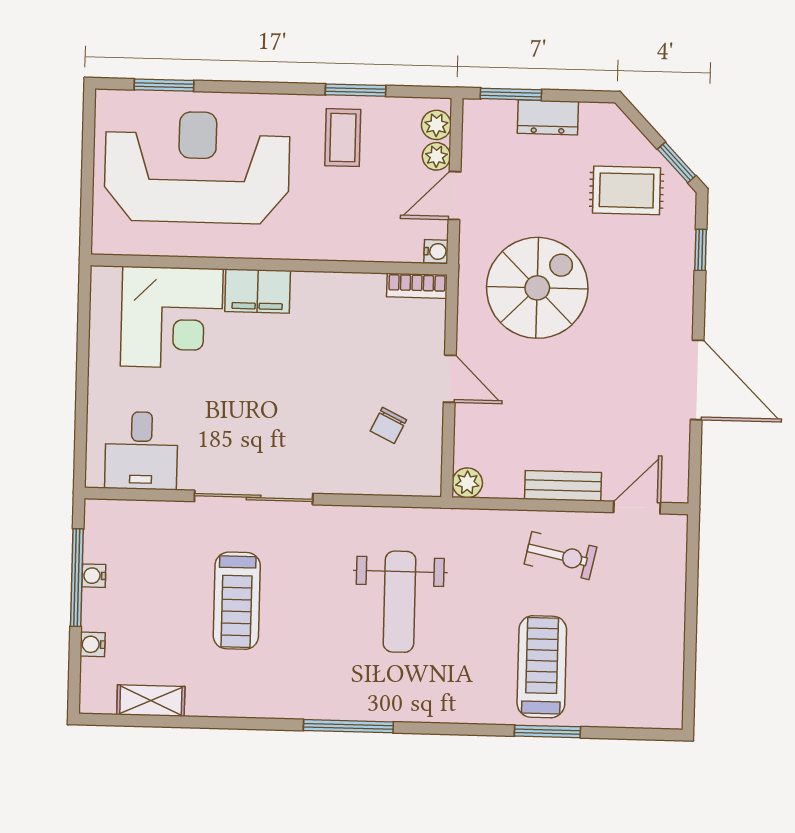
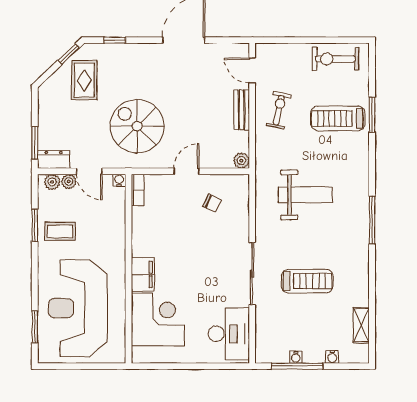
dresser: (548, 117) -> (54, 160), moved, turned -90
desk: (141, 451) -> (229, 334), width x1.37
exercise bike: (654, 665) -> (336, 59), added

